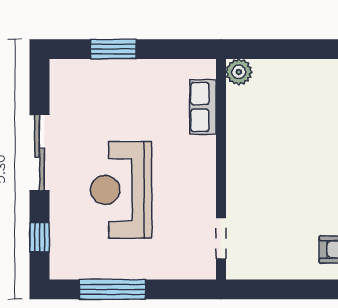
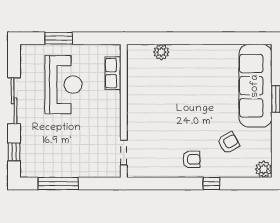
plant: (239, 72) -> (161, 52), moved
reception desk: (121, 190) -> (63, 85), moved, turned 180

